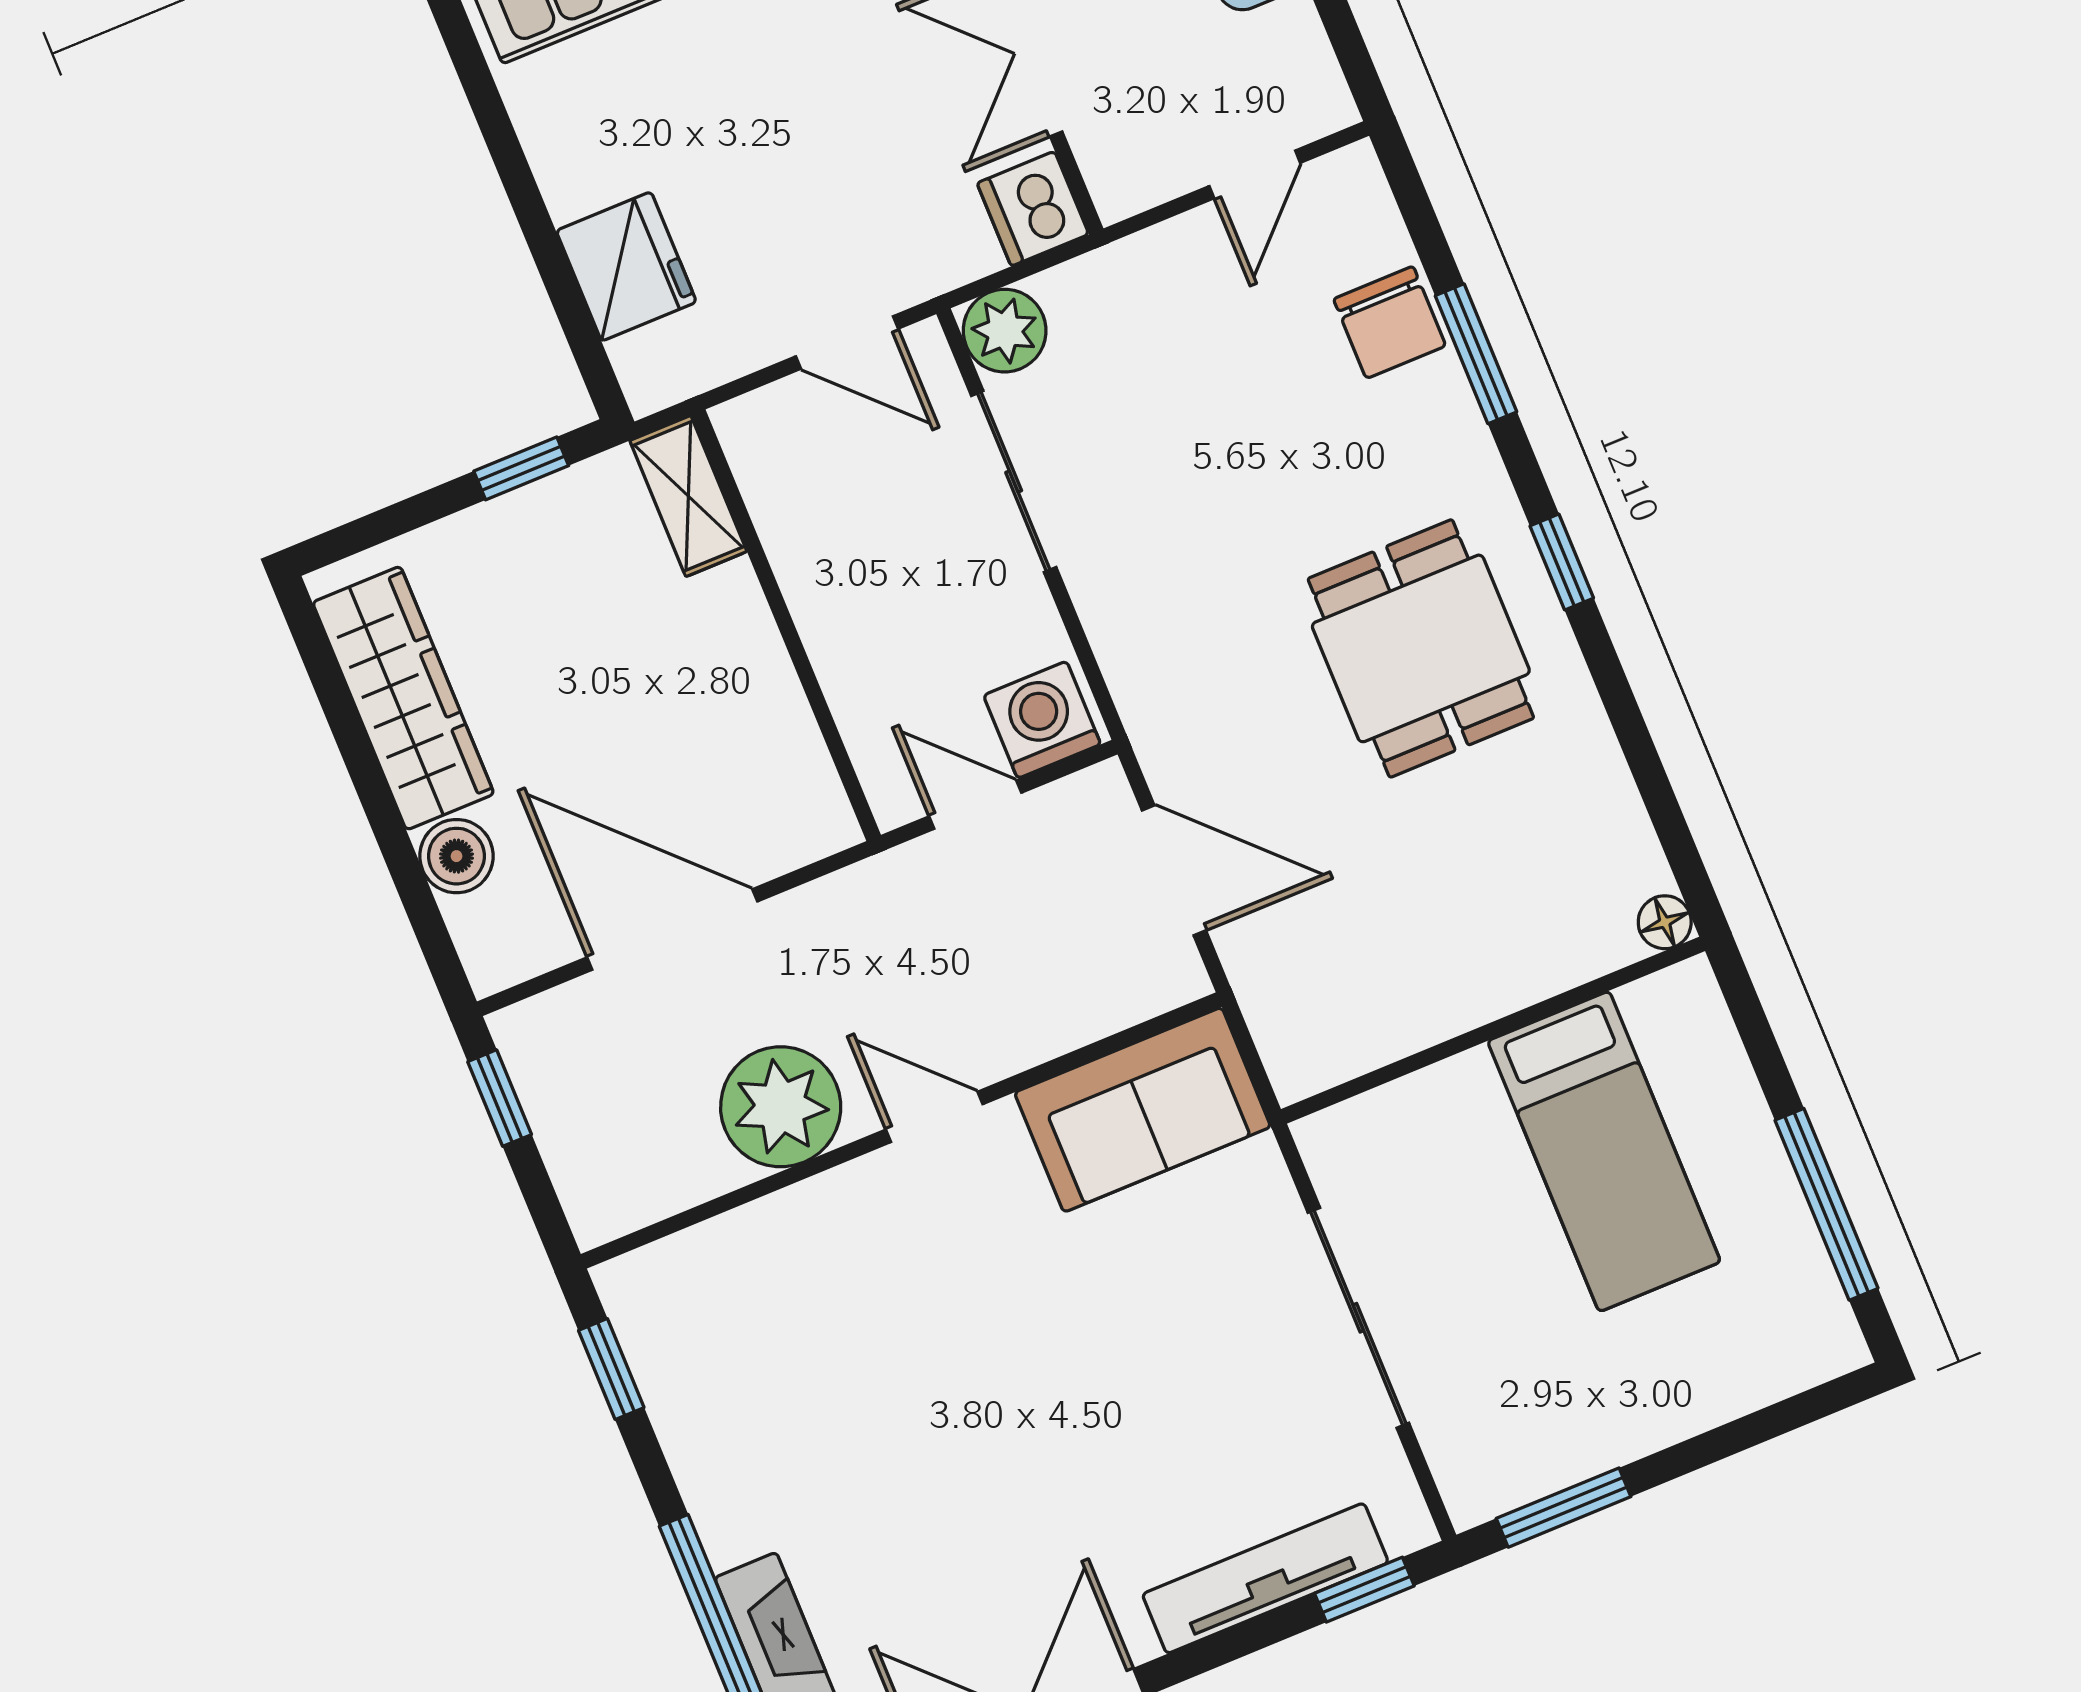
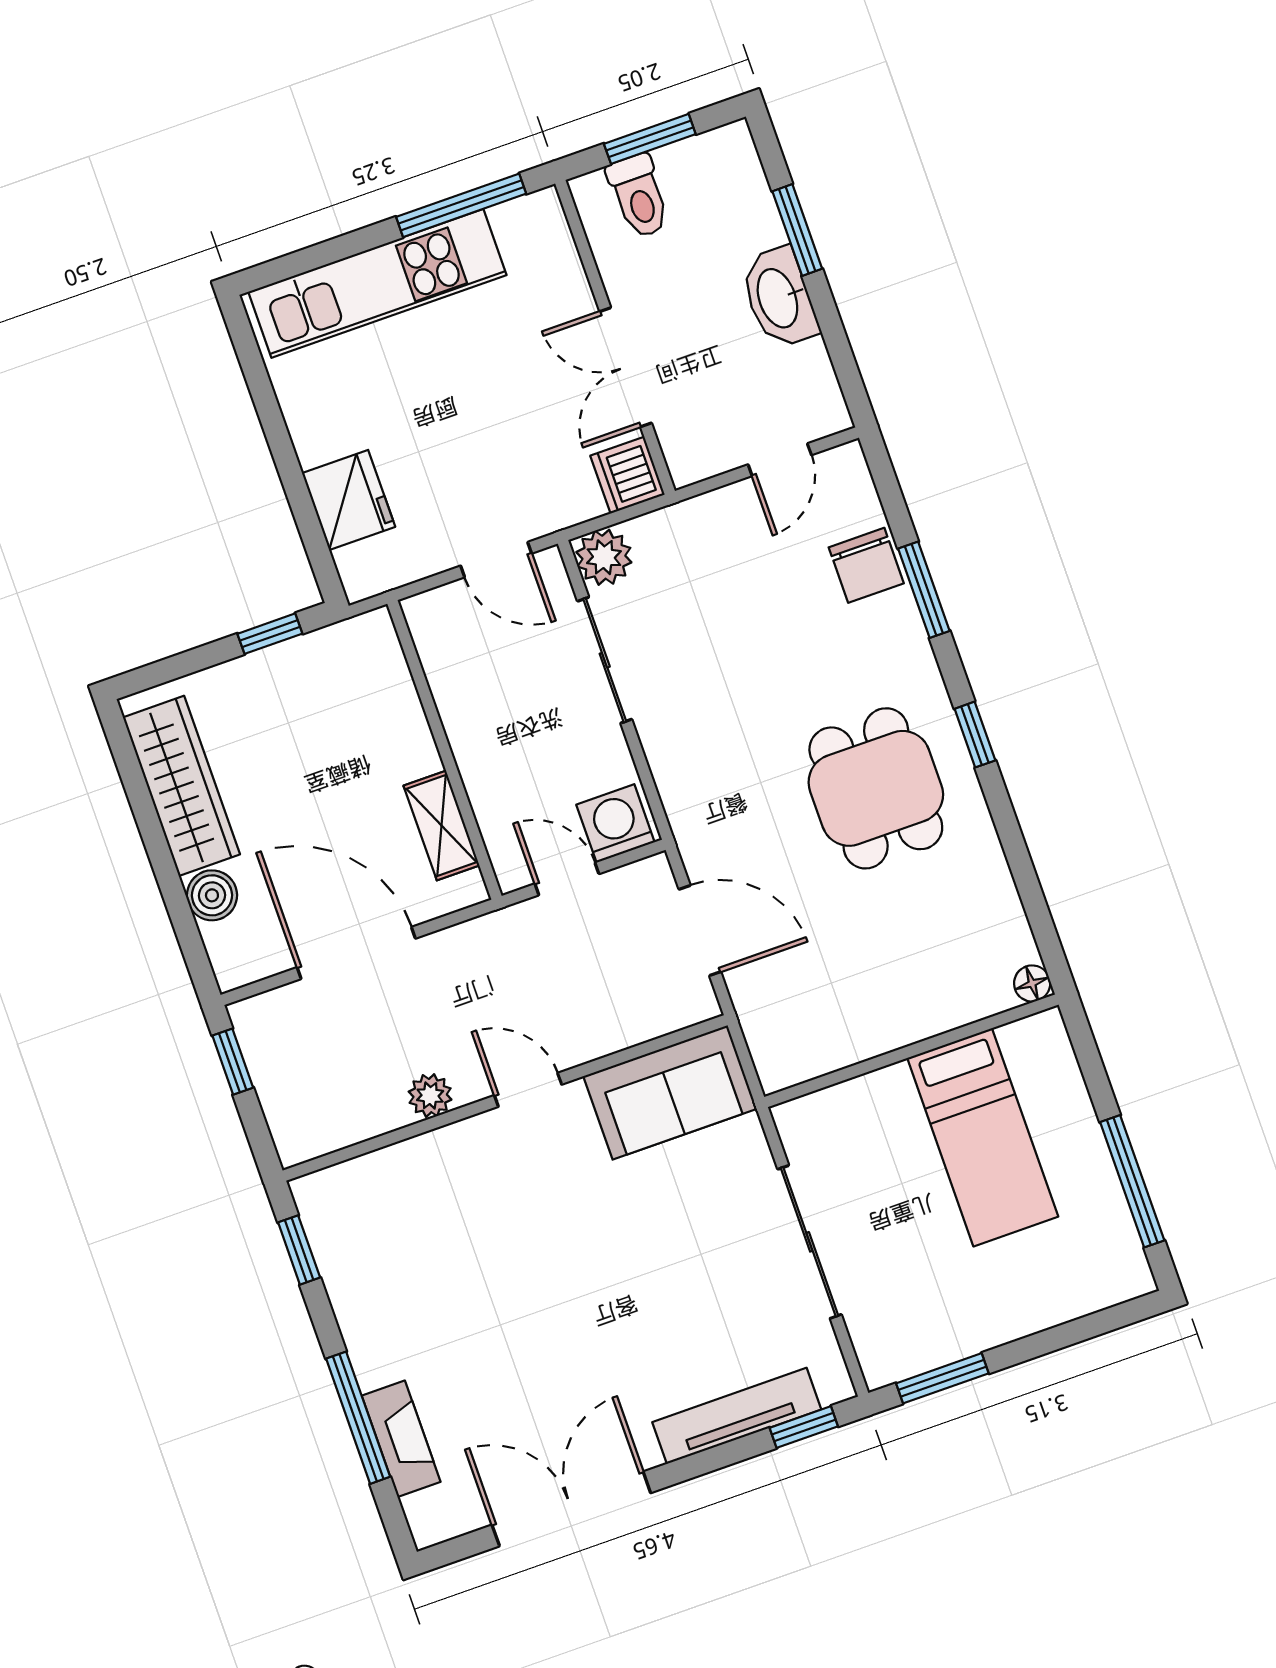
shelving: (688, 496) -> (442, 826), moved
plant: (781, 1107) -> (430, 1096), width x0.53, depth x0.53

